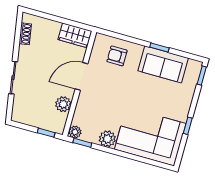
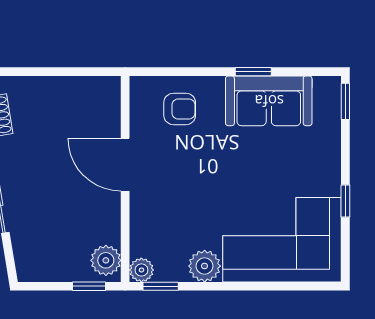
wardrobe: (75, 35) -> (92, 93), removed
armchair: (117, 56) -> (180, 109), turned 180
door: (82, 76) -> (125, 165), hinge flipped
plant: (63, 104) -> (106, 260), moved

